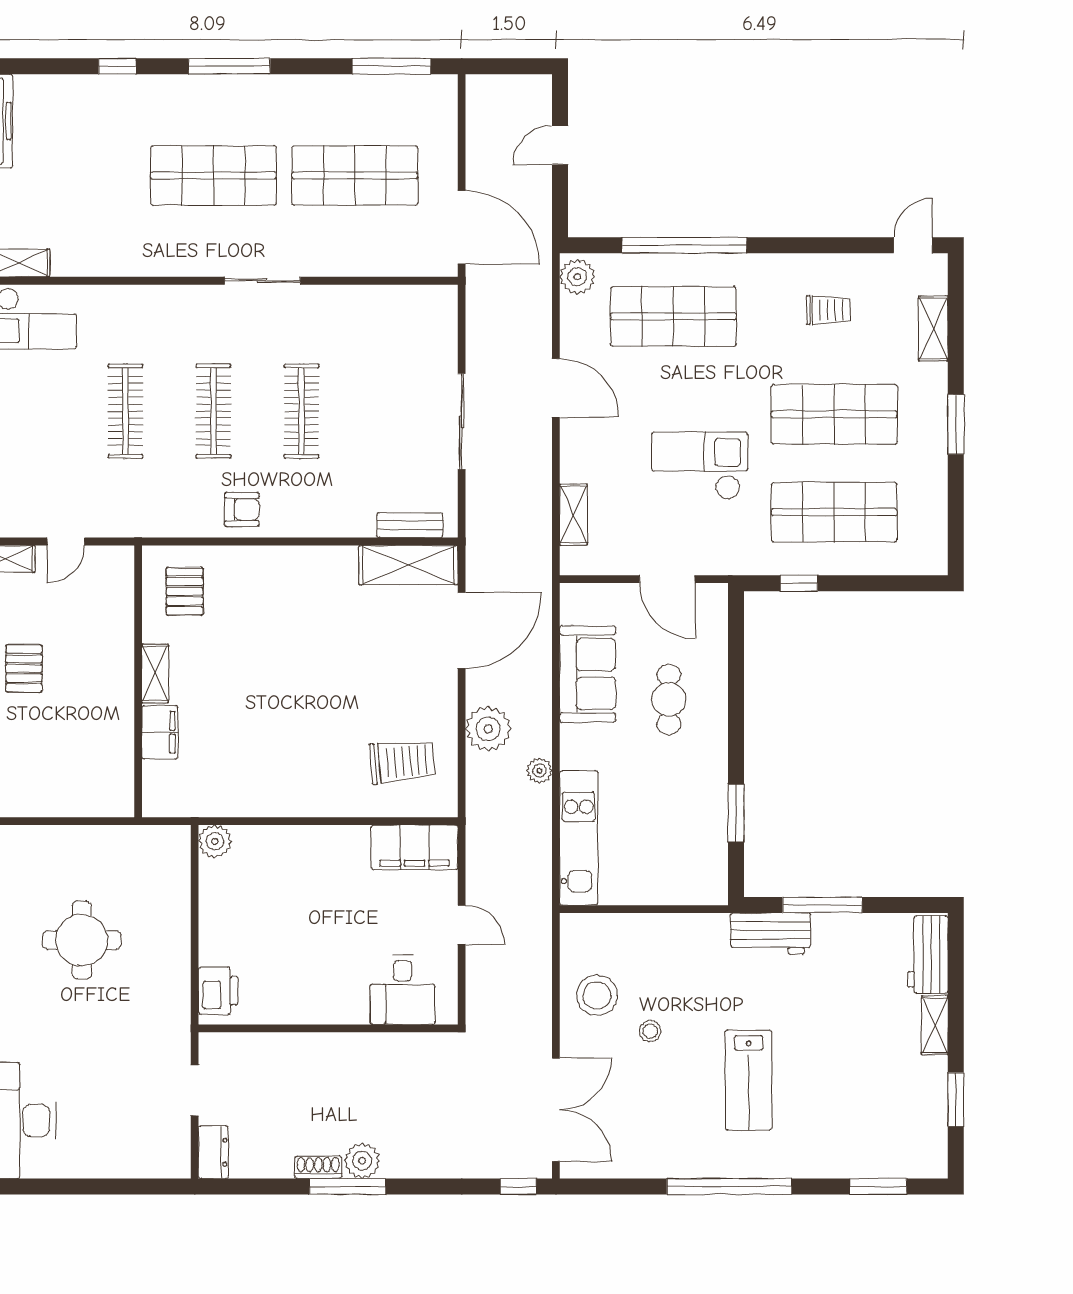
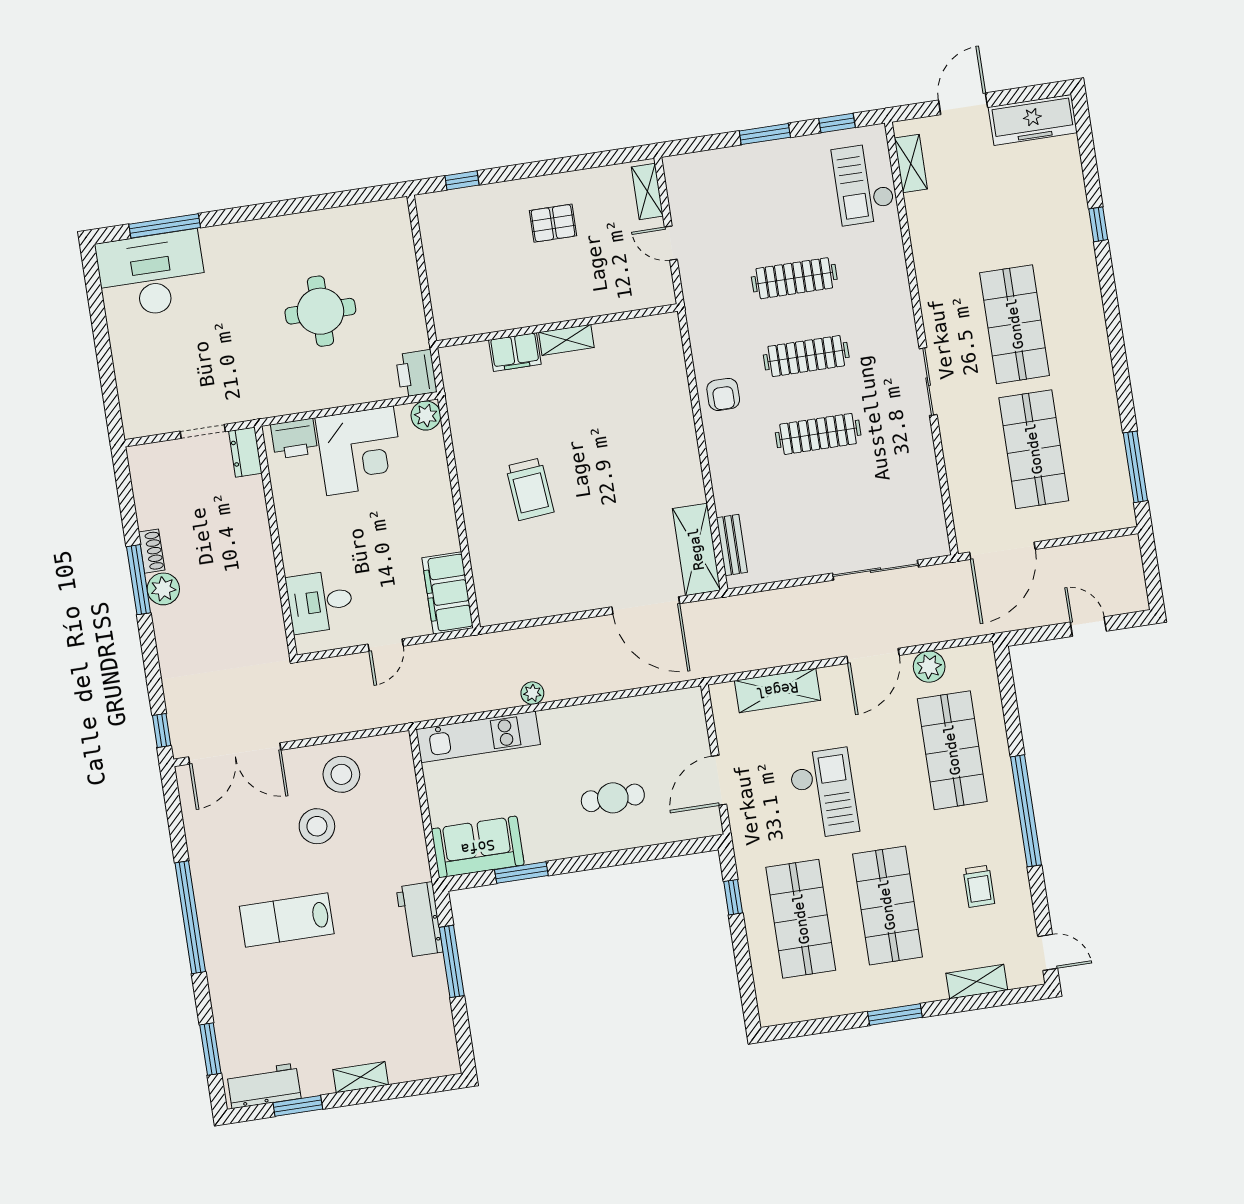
window: (229, 66) -> (1113, 323), removed
window: (684, 245) -> (1026, 811), moved
plant: (577, 277) -> (929, 667), moved
sliding door: (462, 422) -> (875, 570), moved
shelving: (573, 515) -> (777, 690), width x1.50, depth x1.33
pallet: (185, 591) -> (643, 355), removed
sofa: (588, 674) -> (478, 847), moved, turned 180
plant: (488, 729) -> (562, 642), removed
trolley: (402, 761) -> (530, 489), moved
printer: (167, 845) -> (416, 373), added
corner desk: (243, 920) -> (360, 451), added
workbench: (928, 955) -> (264, 1086), moved
stool: (650, 1031) -> (317, 826), width x1.89, depth x1.89
dresser: (213, 1152) -> (245, 452), moved, turned 90

